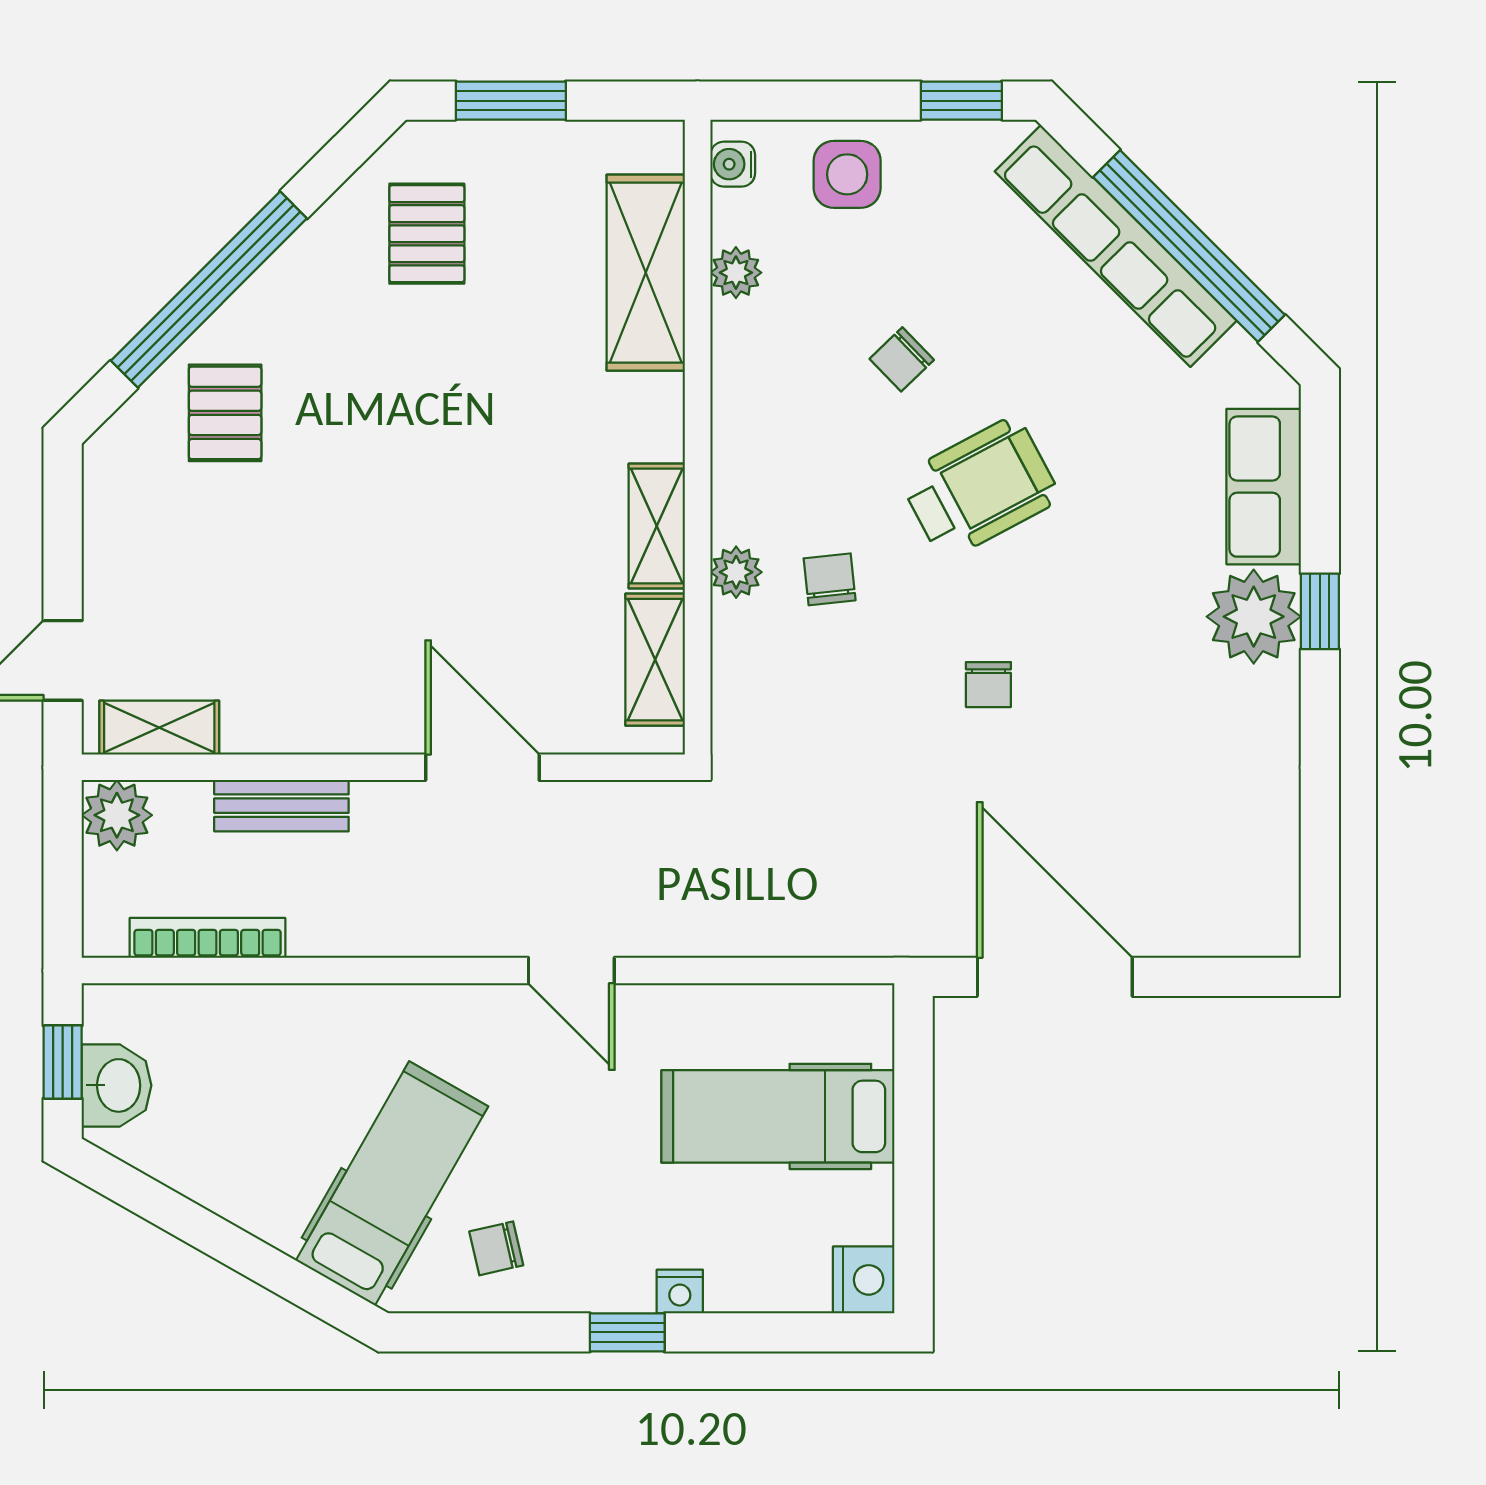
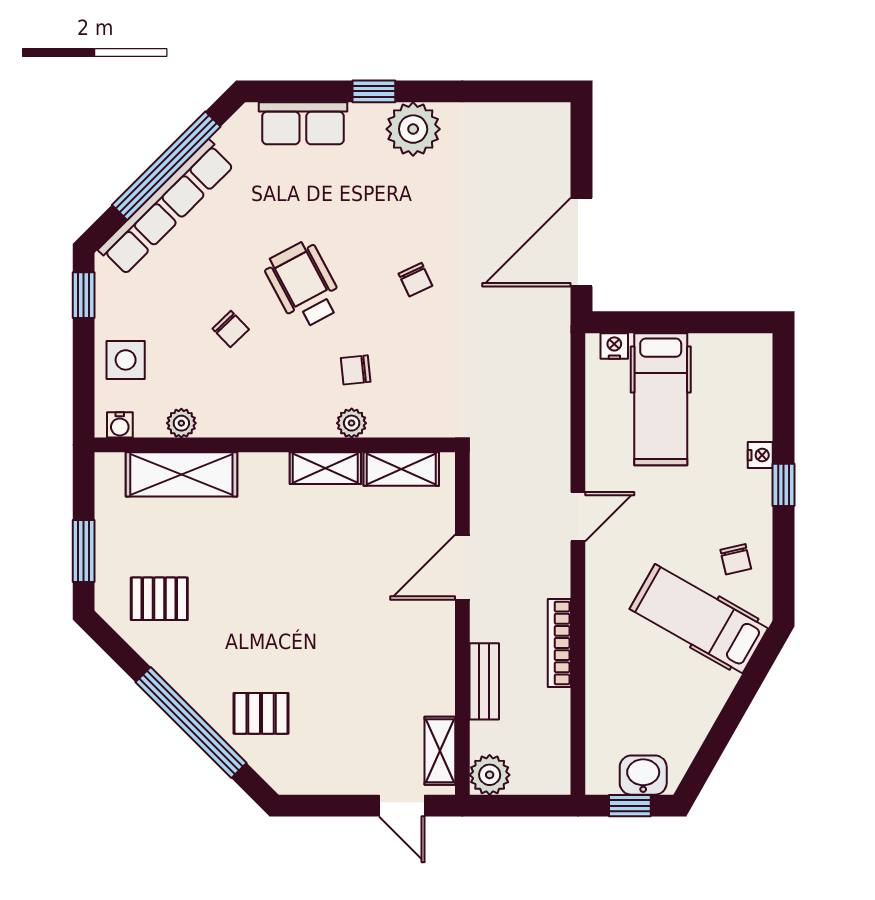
plant: (1254, 617) -> (413, 129), moved
chair: (988, 685) -> (415, 280), turned 65
bookcase: (208, 938) -> (559, 643), moved
nightstand: (864, 1280) -> (614, 346), moved, width x0.72, depth x0.74

